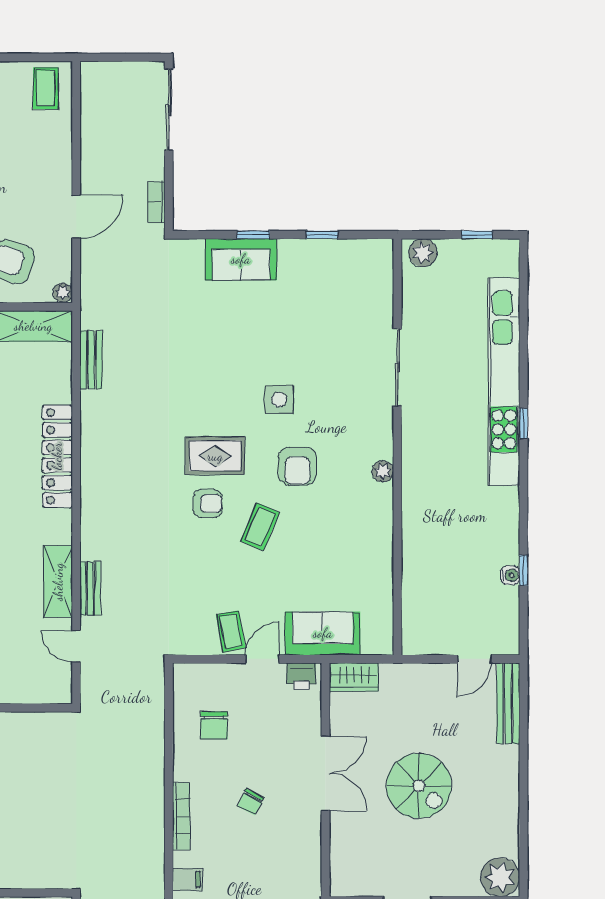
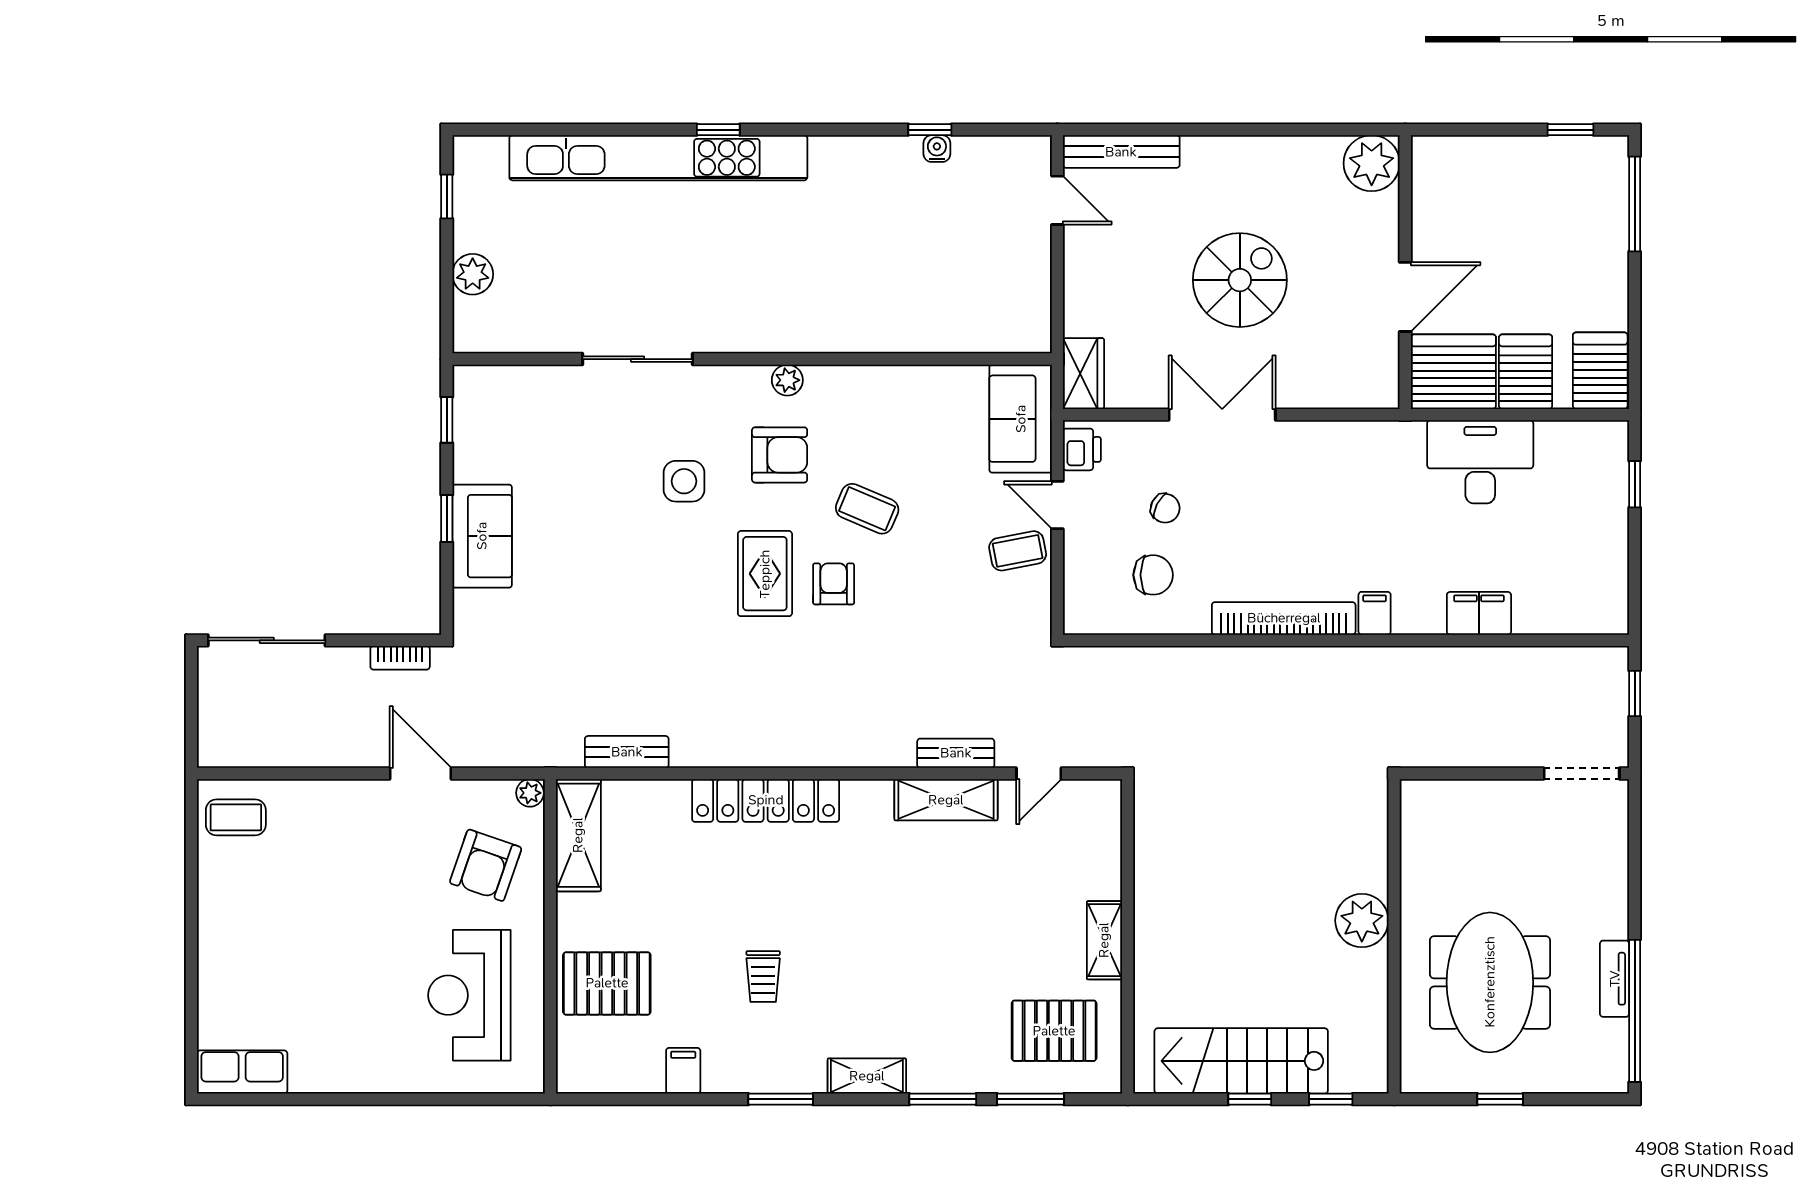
sliding door: (397, 367) -> (637, 359), moved
wall: (397, 447) -> (752, 359), moved
plant: (383, 471) -> (787, 380), moved
chair: (251, 802) -> (1165, 508), moved
bookcase: (181, 816) -> (1284, 618), width x1.48, depth x1.31

